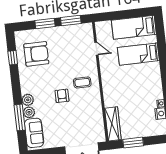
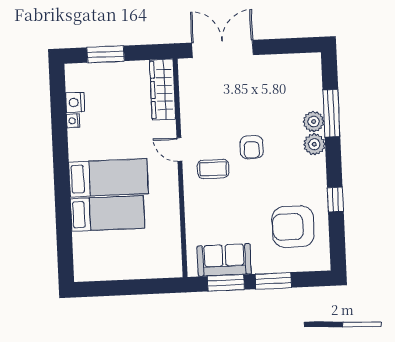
bed: (134, 27) -> (109, 178), moved
door: (96, 49) -> (179, 149), moved
window: (13, 58) -> (335, 200), moved
sofa: (34, 133) -> (224, 260), moved, turned 90
window: (133, 143) -> (106, 54), moved

